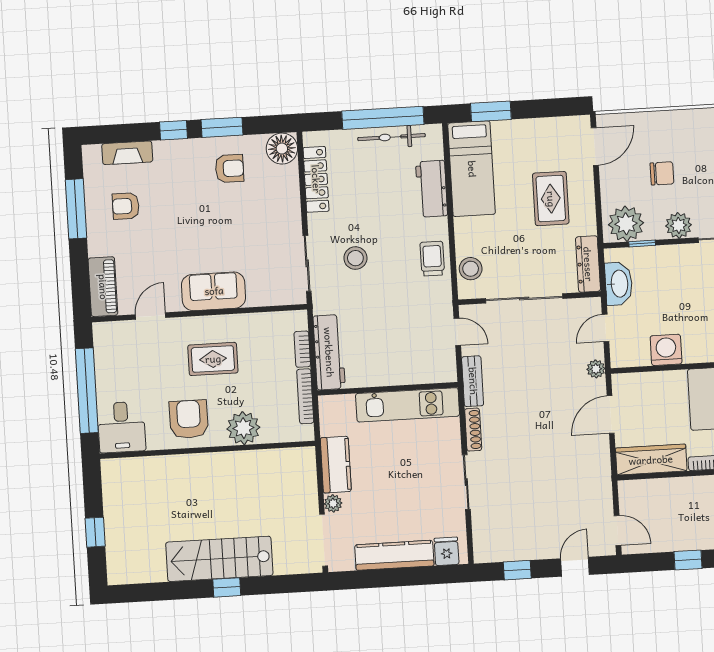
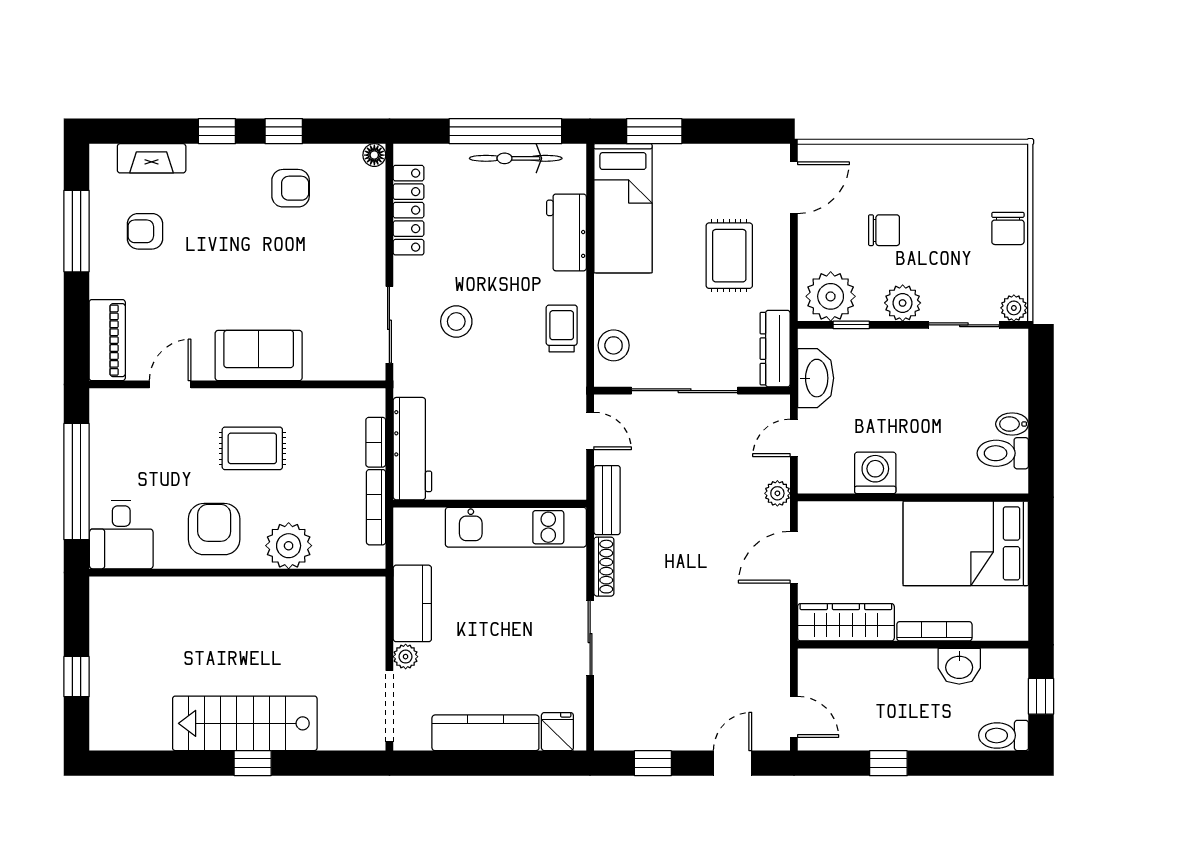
window: (222, 127) -> (284, 131), width x0.67
floor lamp: (282, 149) -> (374, 155), width x0.53, depth x0.53

